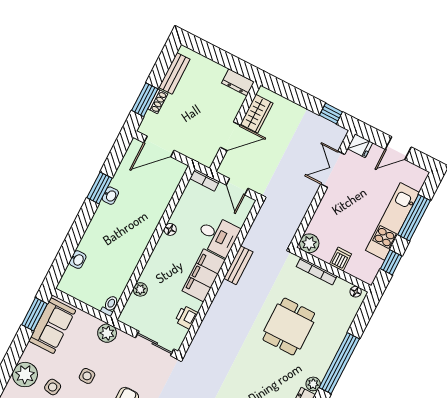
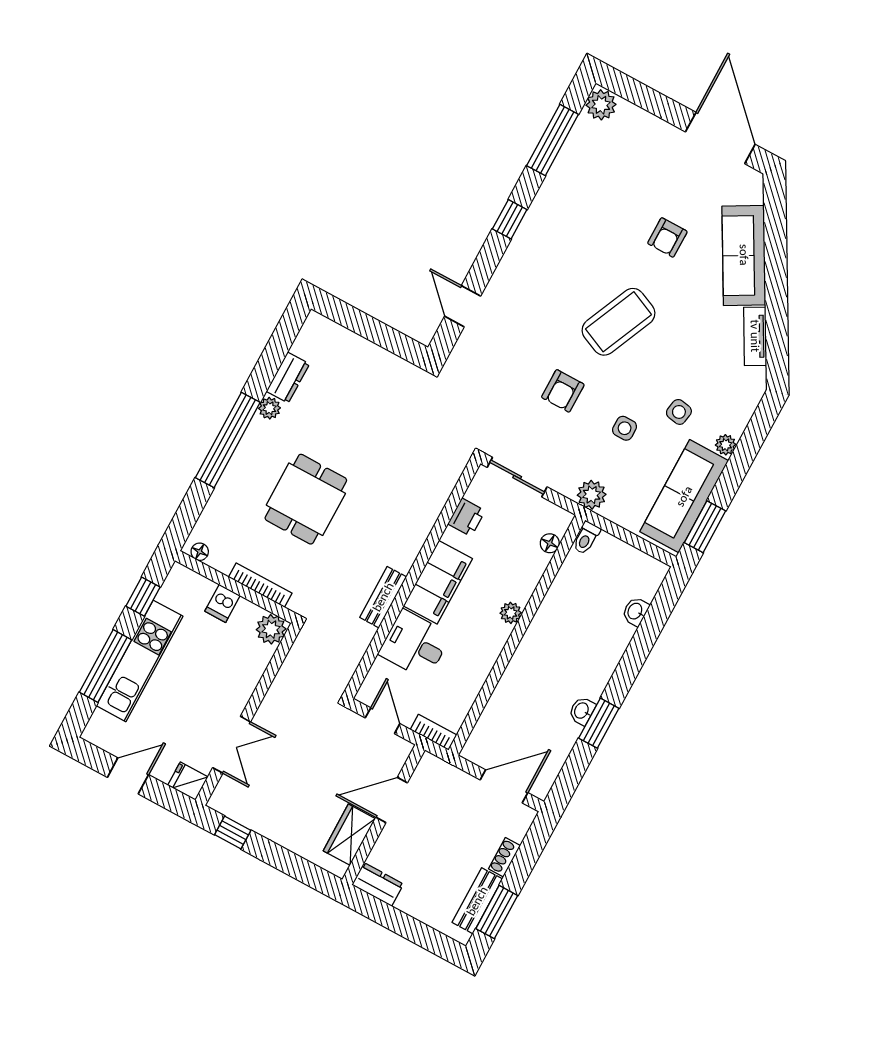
window: (145, 100) -> (497, 912), moved
floor lamp: (170, 229) -> (550, 543), moved
plant: (140, 289) -> (511, 613), moved
sofa: (52, 326) -> (684, 496), width x1.36
plant: (25, 375) -> (726, 445), width x0.53, depth x0.53

